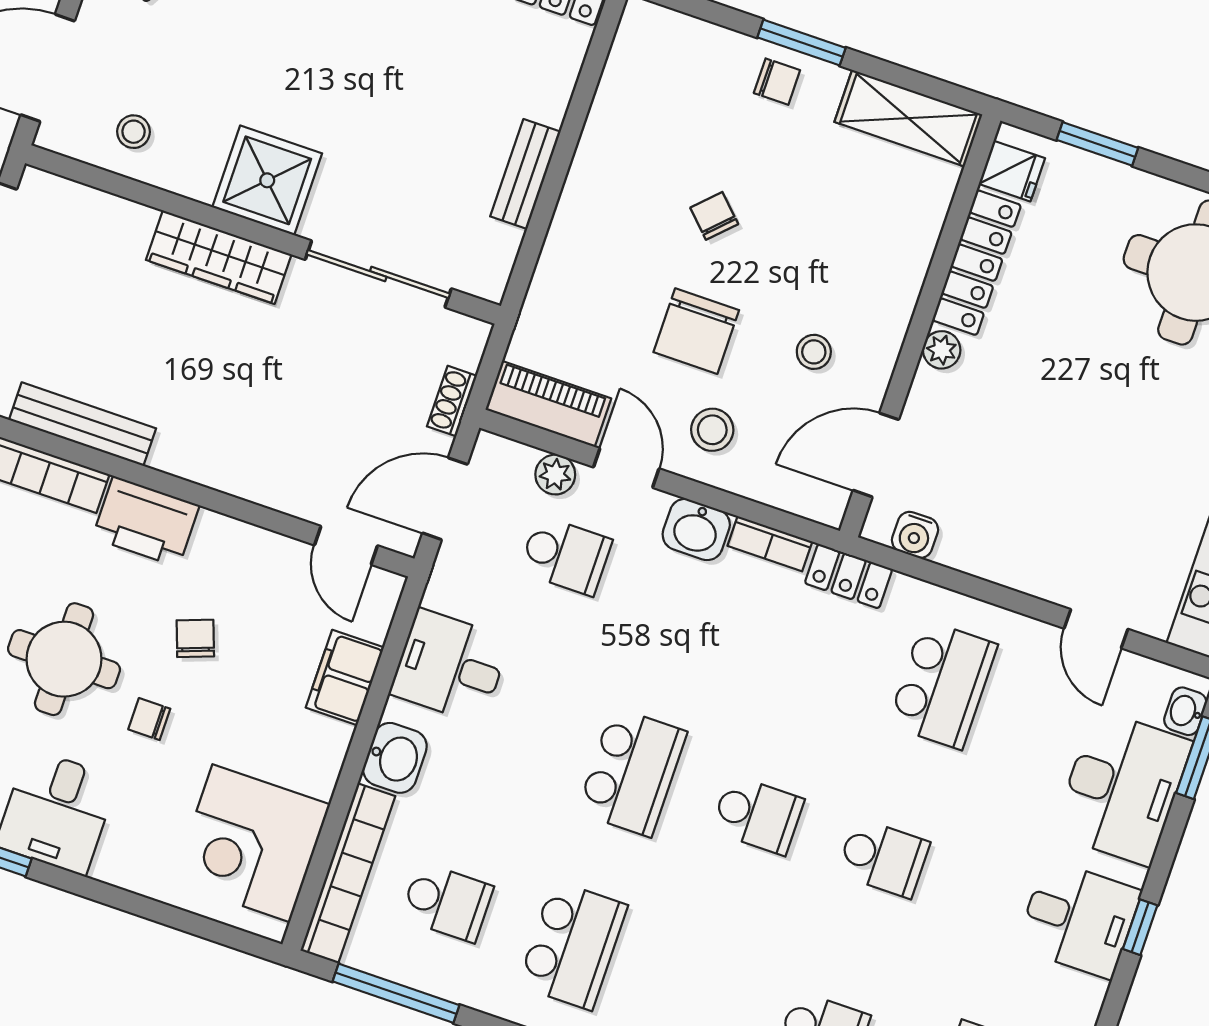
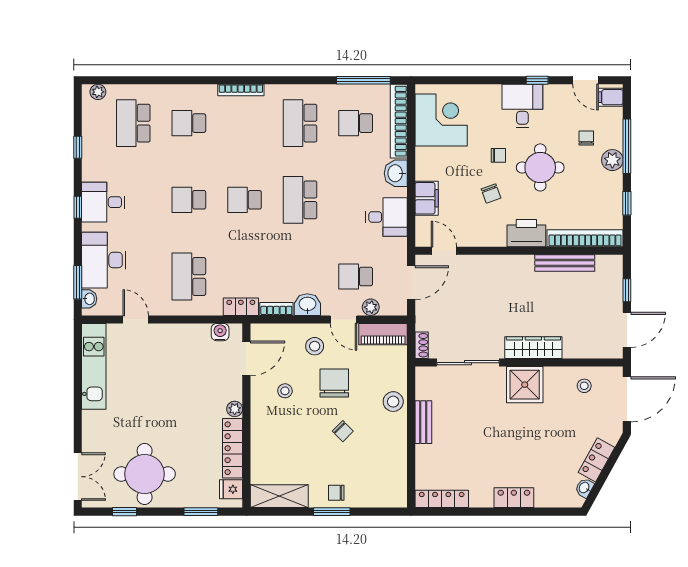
stool: (577, 244) -> (393, 402), added
shoe rack: (452, 401) -> (422, 345), moved

